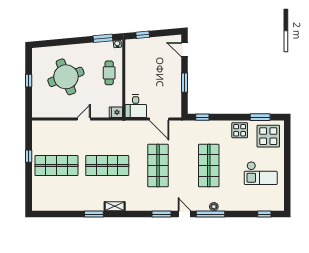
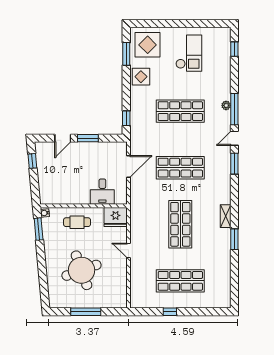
window: (143, 35) -> (32, 161), moved
door: (185, 50) -> (63, 138), moved
window: (29, 81) -> (86, 312), width x2.17
desk: (136, 106) -> (102, 192), moved, turned 90
fridge: (116, 112) -> (116, 217), width x1.88, depth x1.34
shop shelf: (56, 166) -> (180, 281), turned 90

